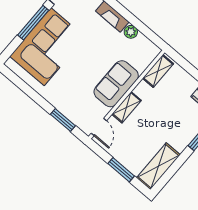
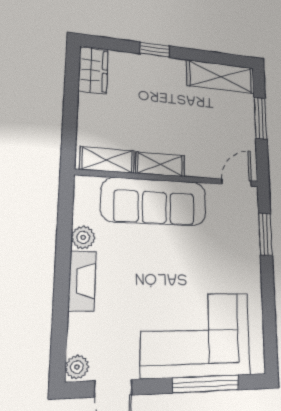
window: (33, 23) -> (206, 384), moved
sofa: (116, 84) -> (154, 202), width x1.36
shelving: (127, 107) -> (160, 164), moved

